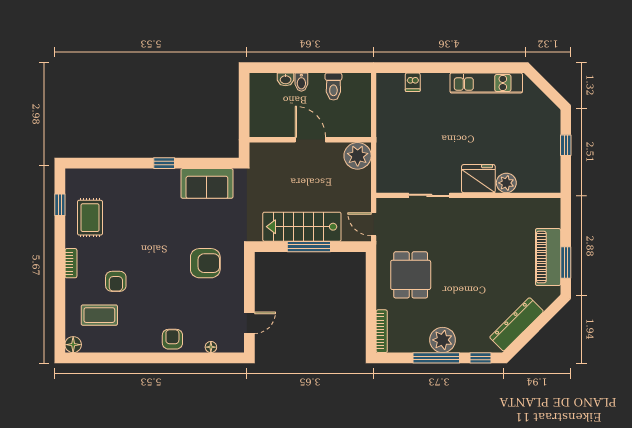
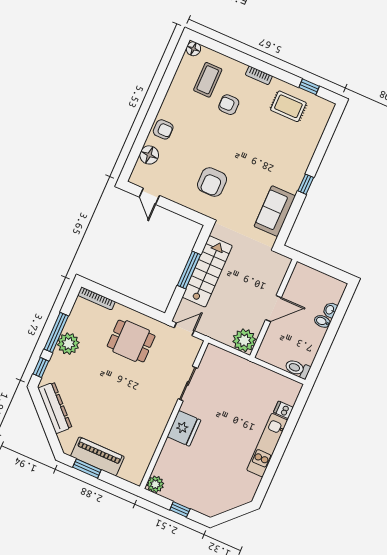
kitchen unit: (486, 83) -> (267, 445), moved
toilet: (333, 86) -> (297, 369), moved
plant: (506, 183) -> (155, 484), moved
floor lamp: (211, 347) -> (149, 155), width x1.89, depth x1.89

